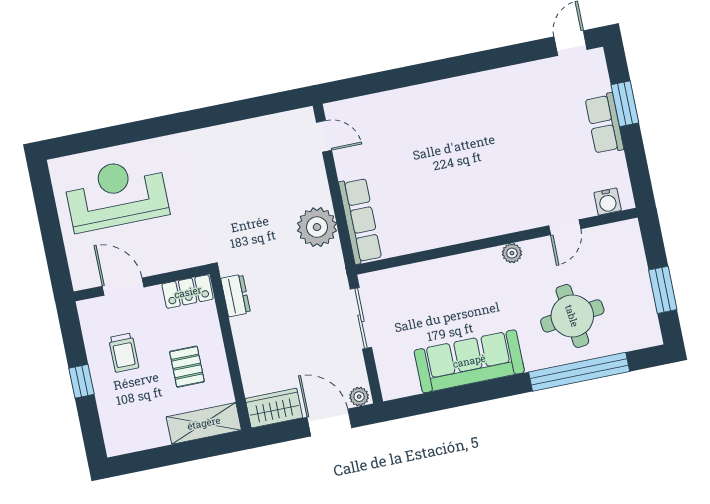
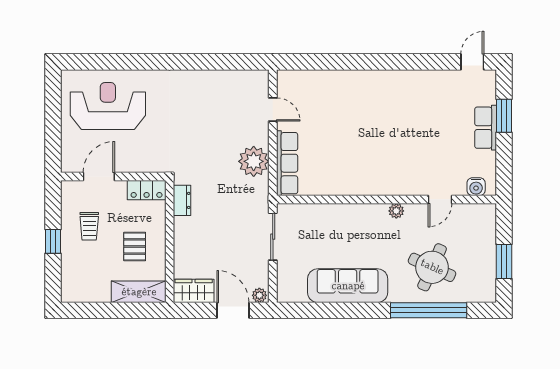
door: (324, 136) -> (273, 110), moved
door: (123, 287) -> (99, 177), hinge flipped
round table: (572, 316) -> (432, 267), turned 31

